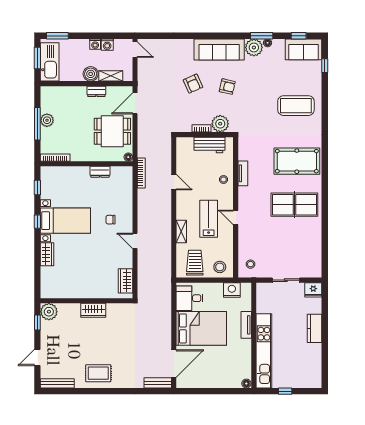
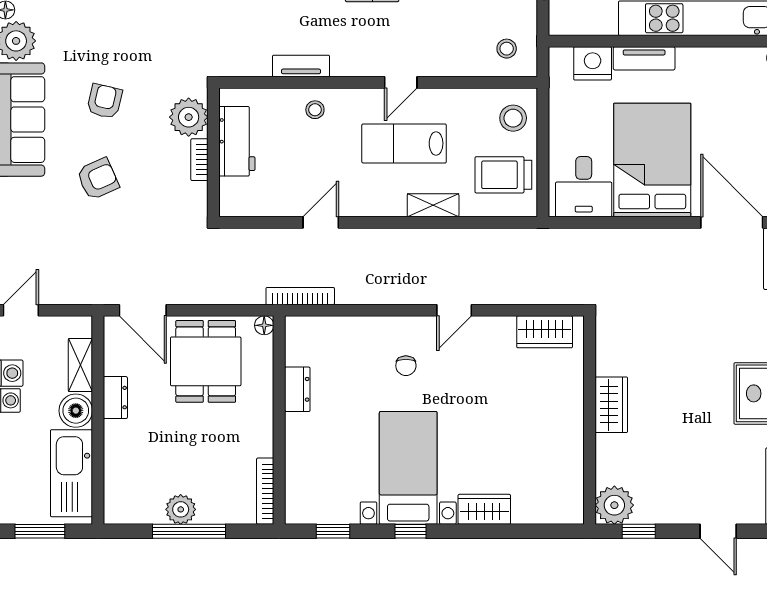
kitchen sink: (50, 62) -> (72, 473), moved, turned -90
nightstand: (232, 290) -> (593, 63), moved, turned 90

